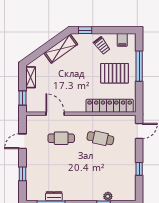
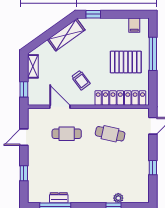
trolley: (102, 46) -> (81, 80), moved

